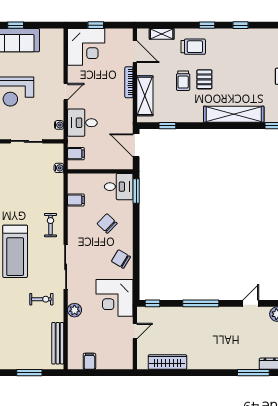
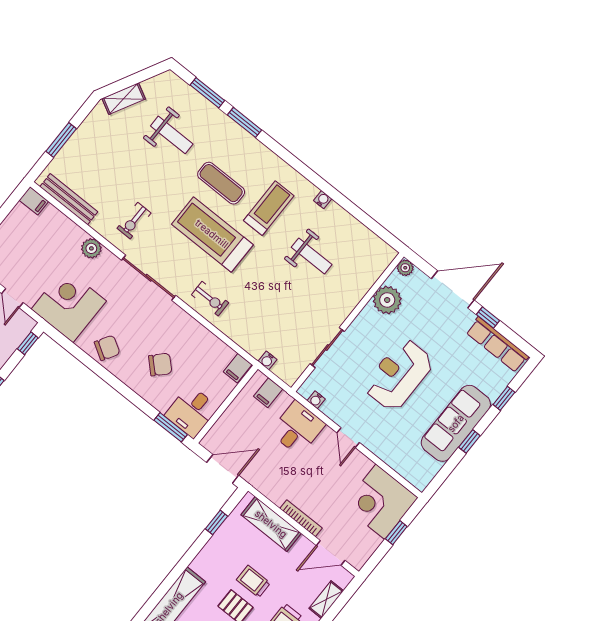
filing cabinet: (76, 200) -> (238, 368), moved
filing cabinet: (89, 361) -> (34, 201), moved

